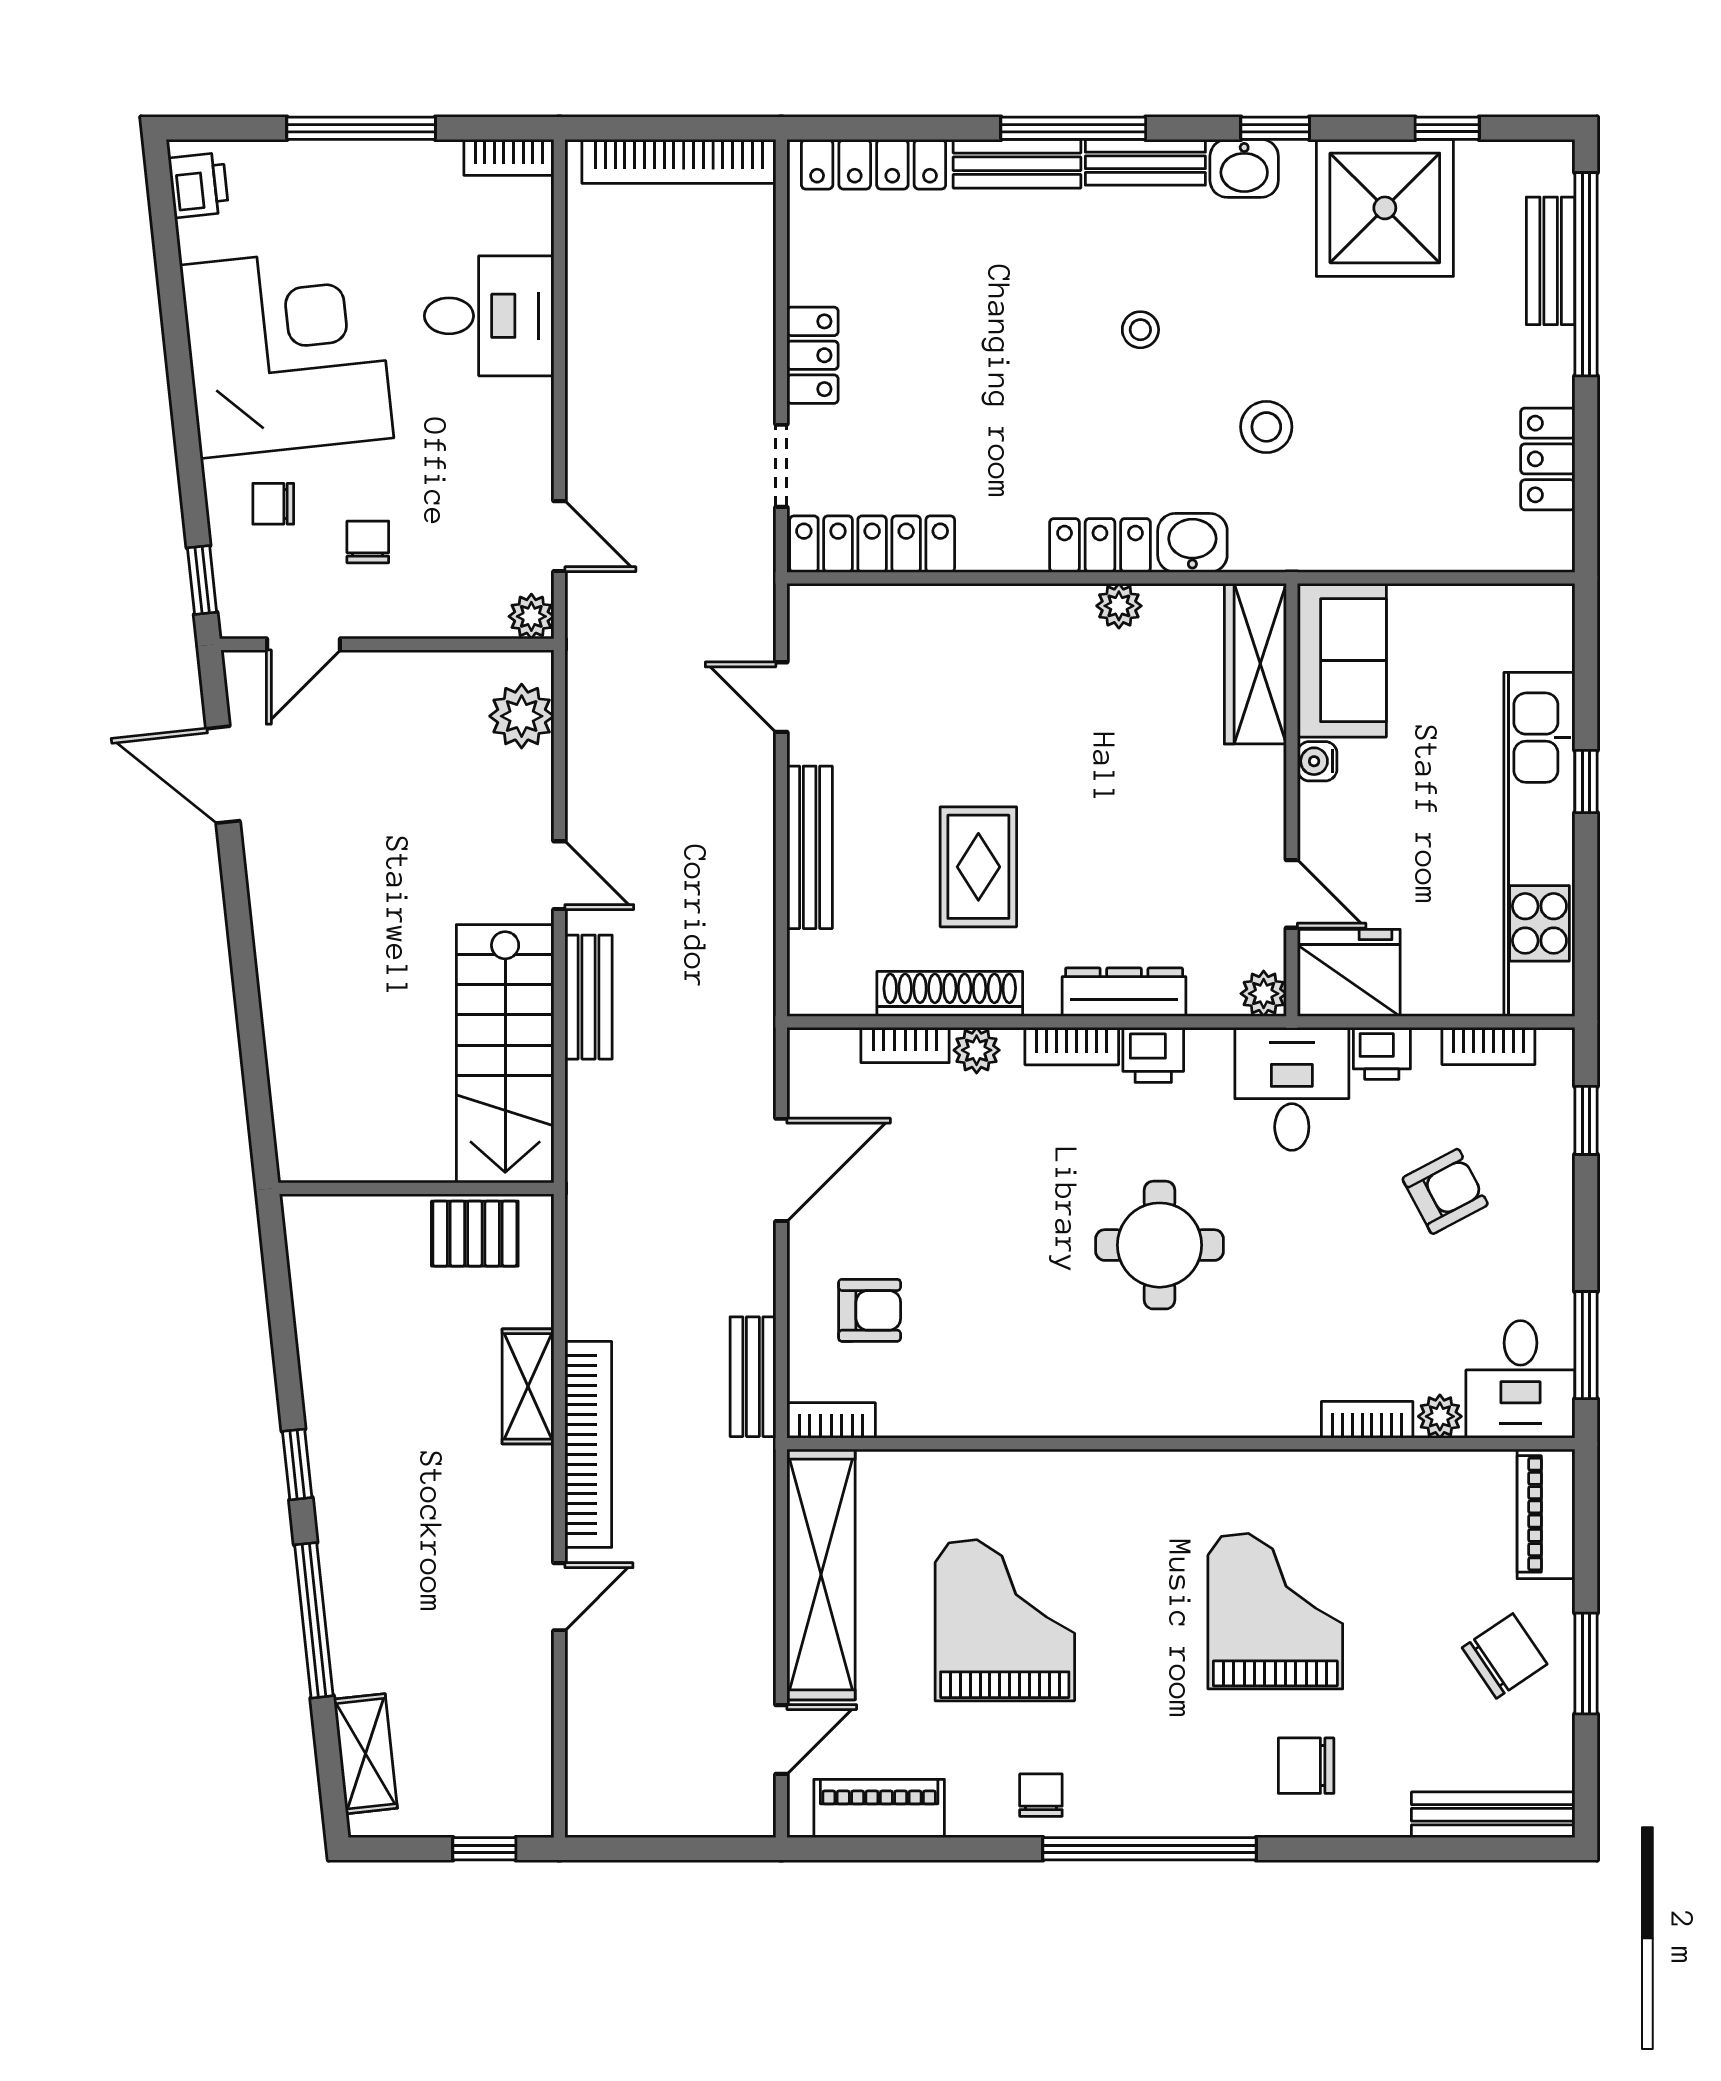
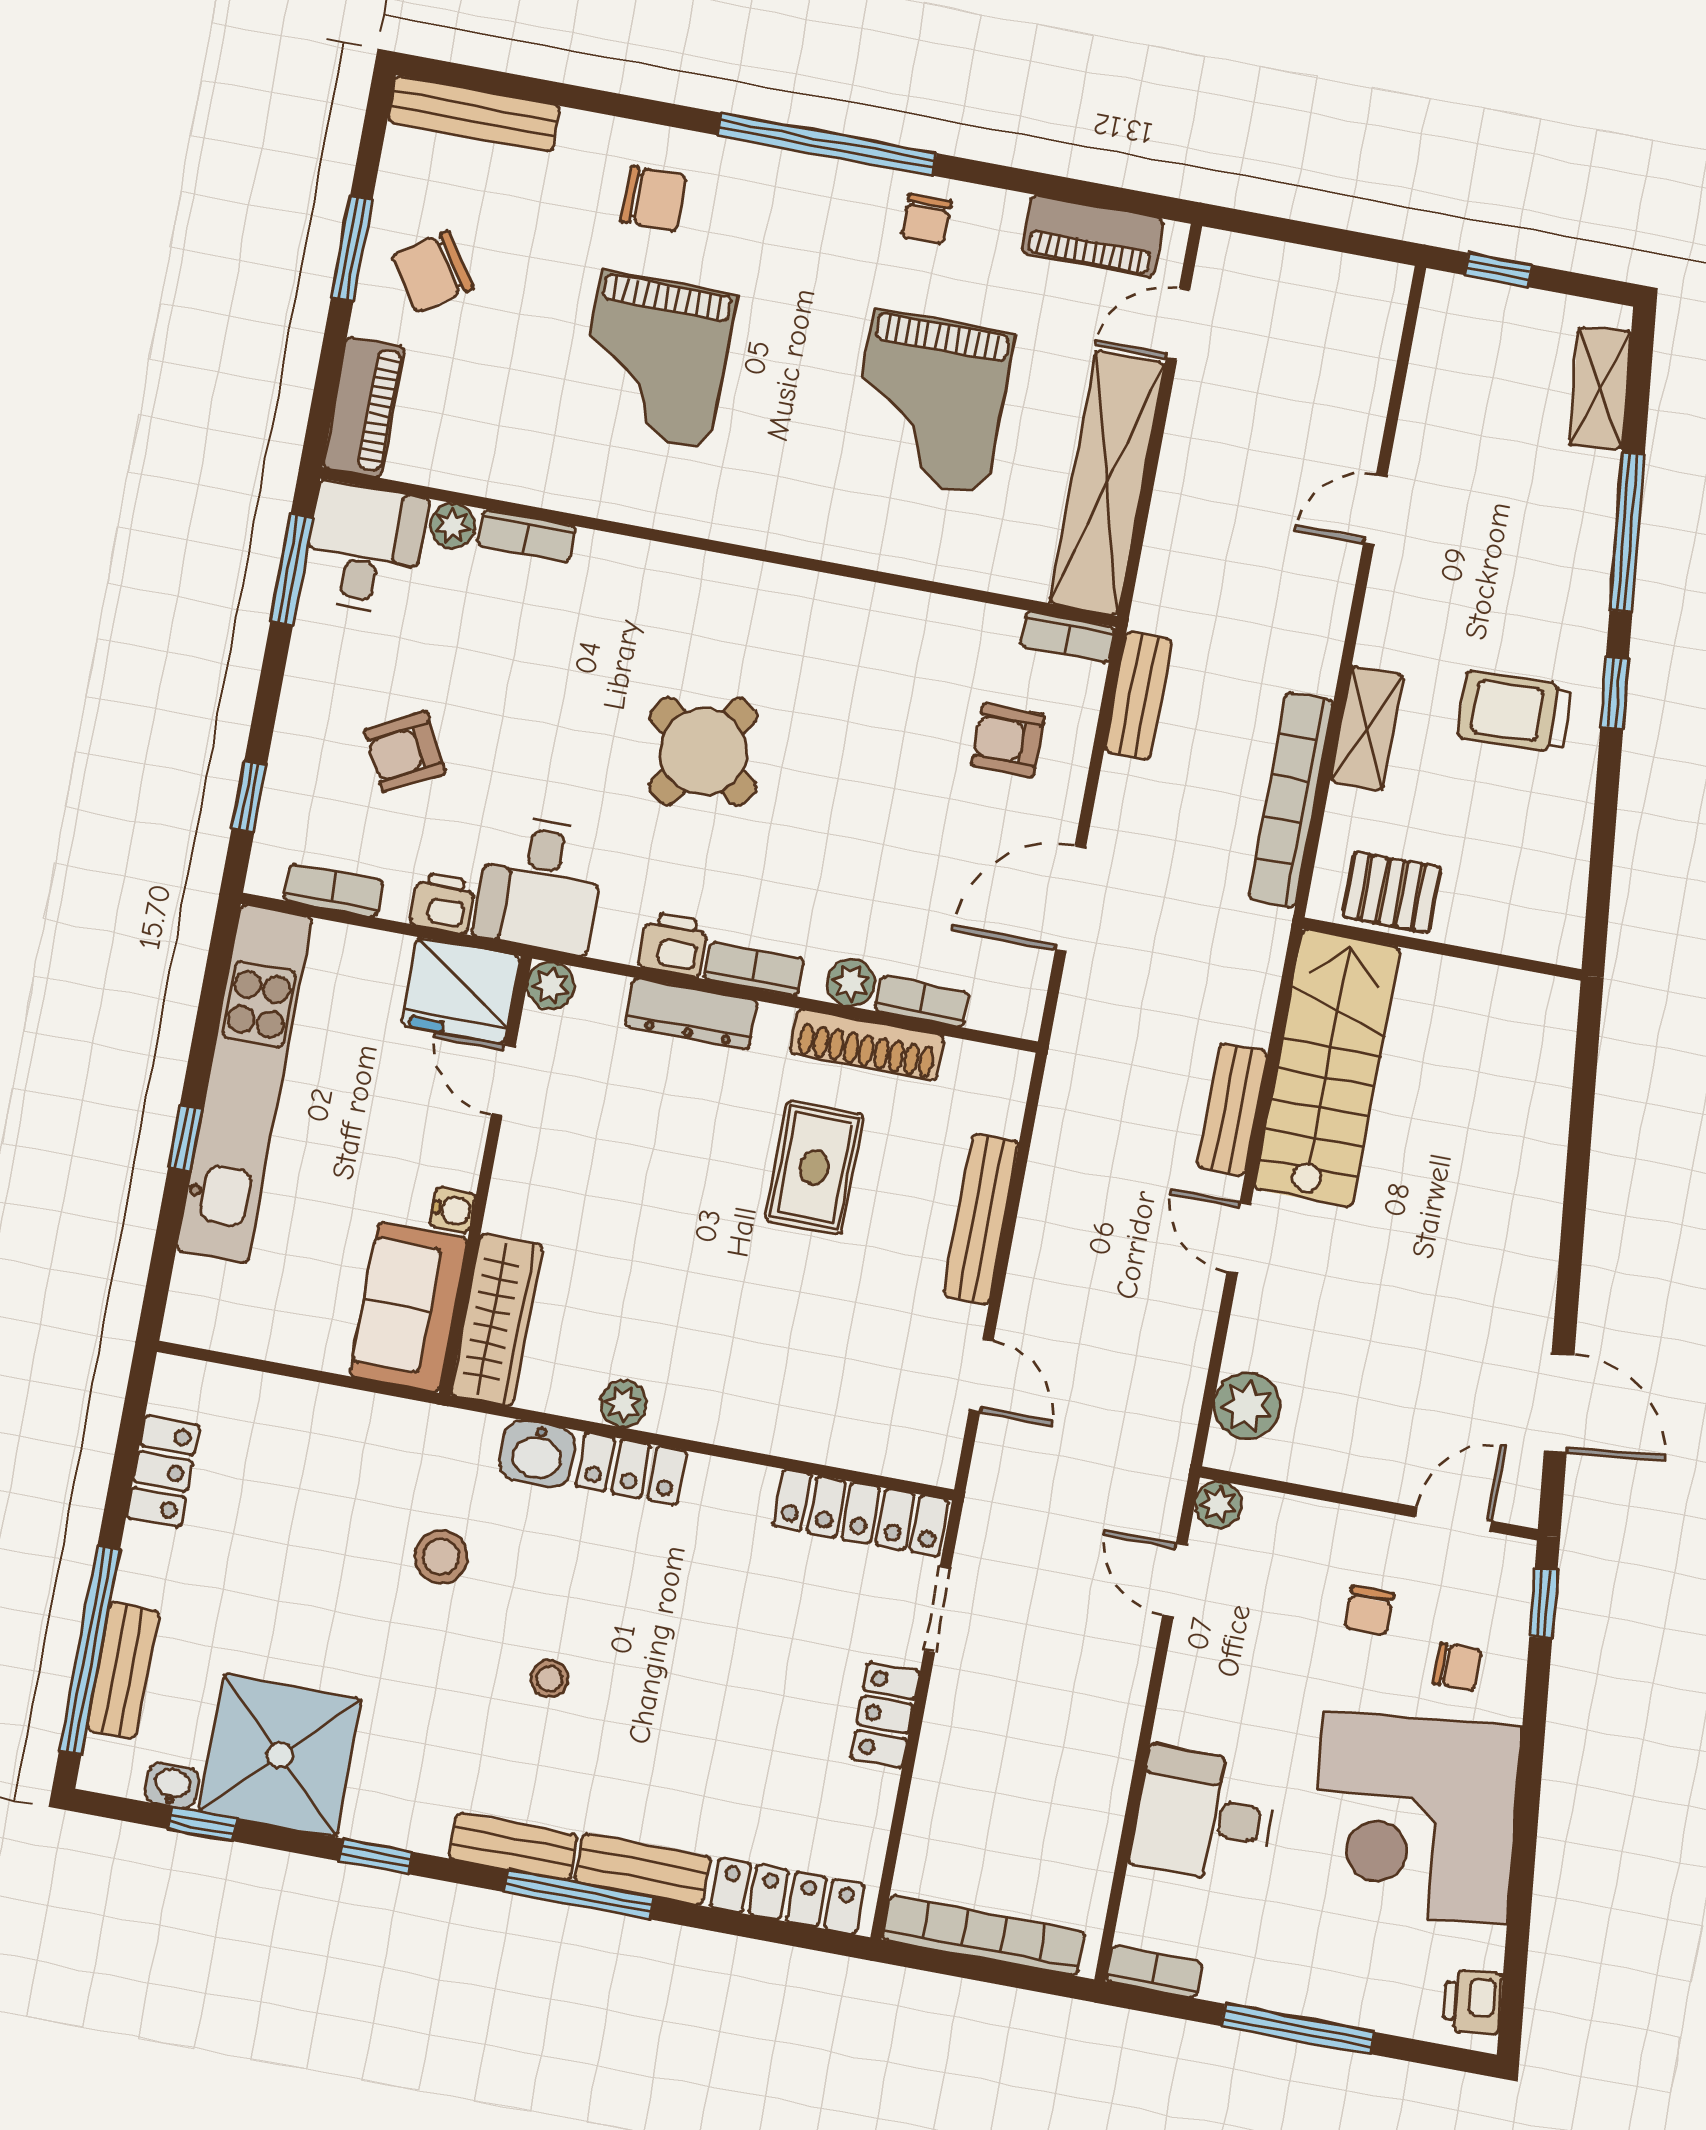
washbasin: (1244, 168) -> (172, 1786), moved, width x0.72, depth x0.69
round table: (1159, 1245) -> (703, 751), turned 35
trolley: (389, 1429) -> (1515, 712), added
bookcase: (588, 1444) -> (1291, 800), moved

